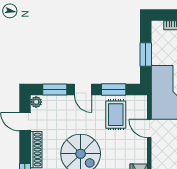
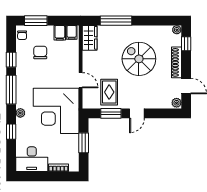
window: (55, 89) -> (161, 113), removed
door: (83, 89) -> (137, 113), swing flipped

